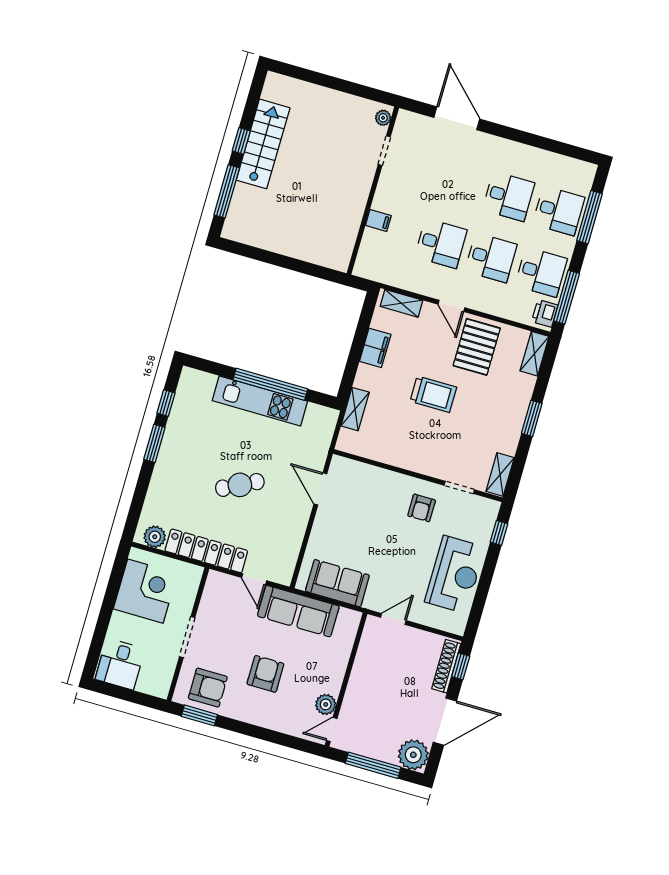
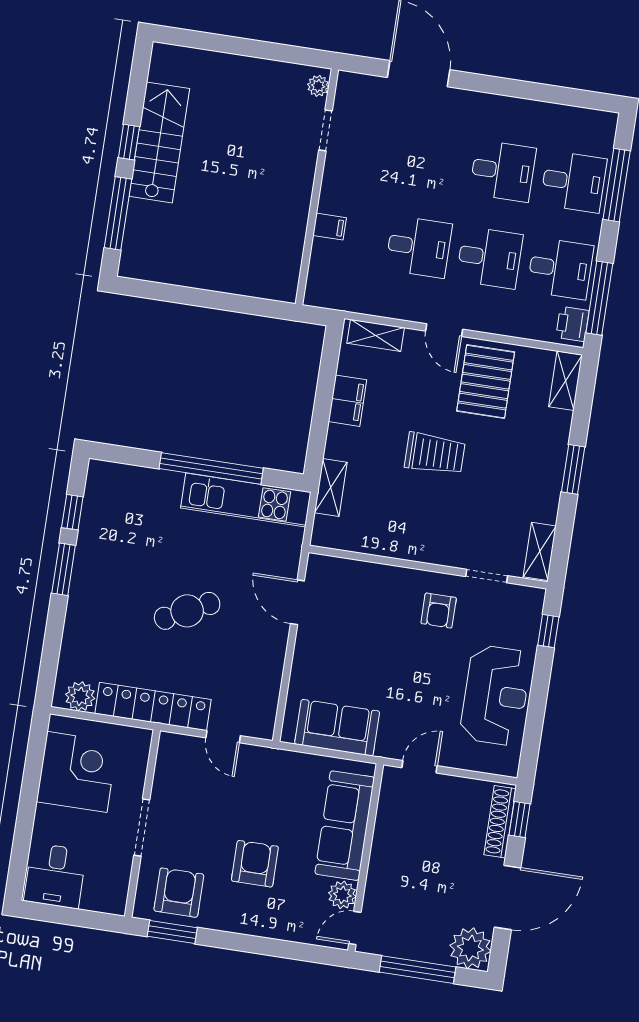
kitchen unit: (260, 401) -> (246, 500), moved
sofa: (298, 611) -> (345, 826), moved, turned 90
armchair: (208, 688) -> (179, 893), turned -90

